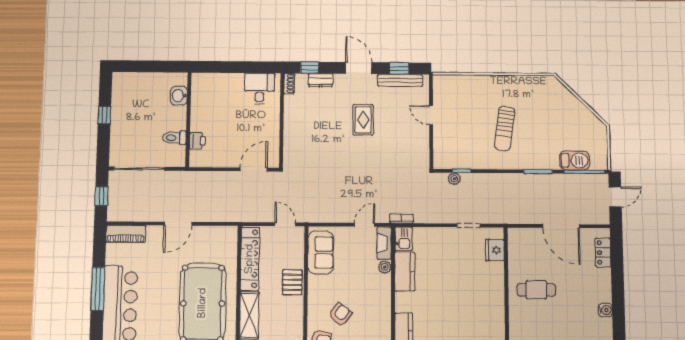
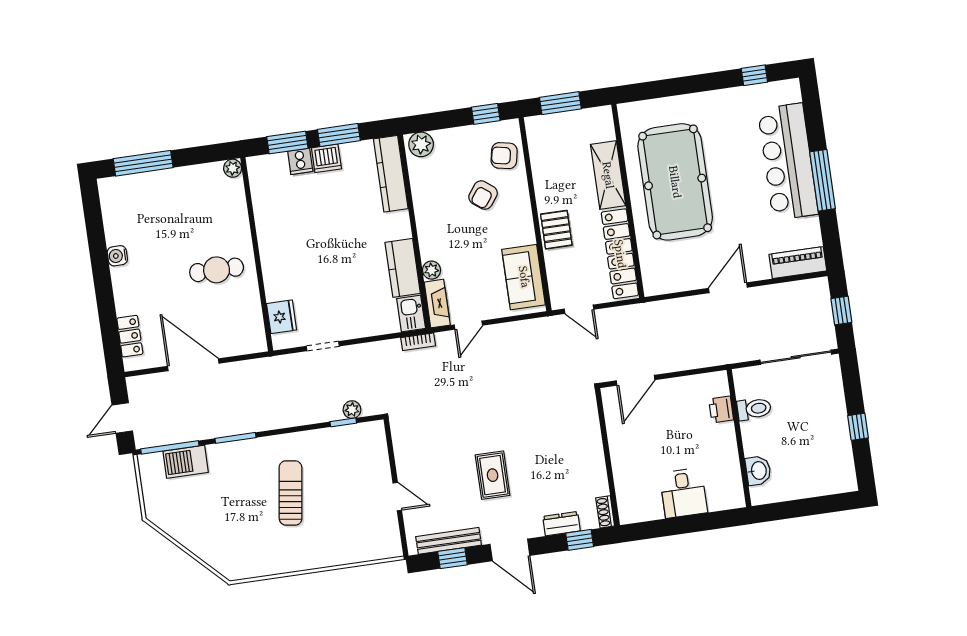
desk: (259, 89) -> (683, 493), moved

